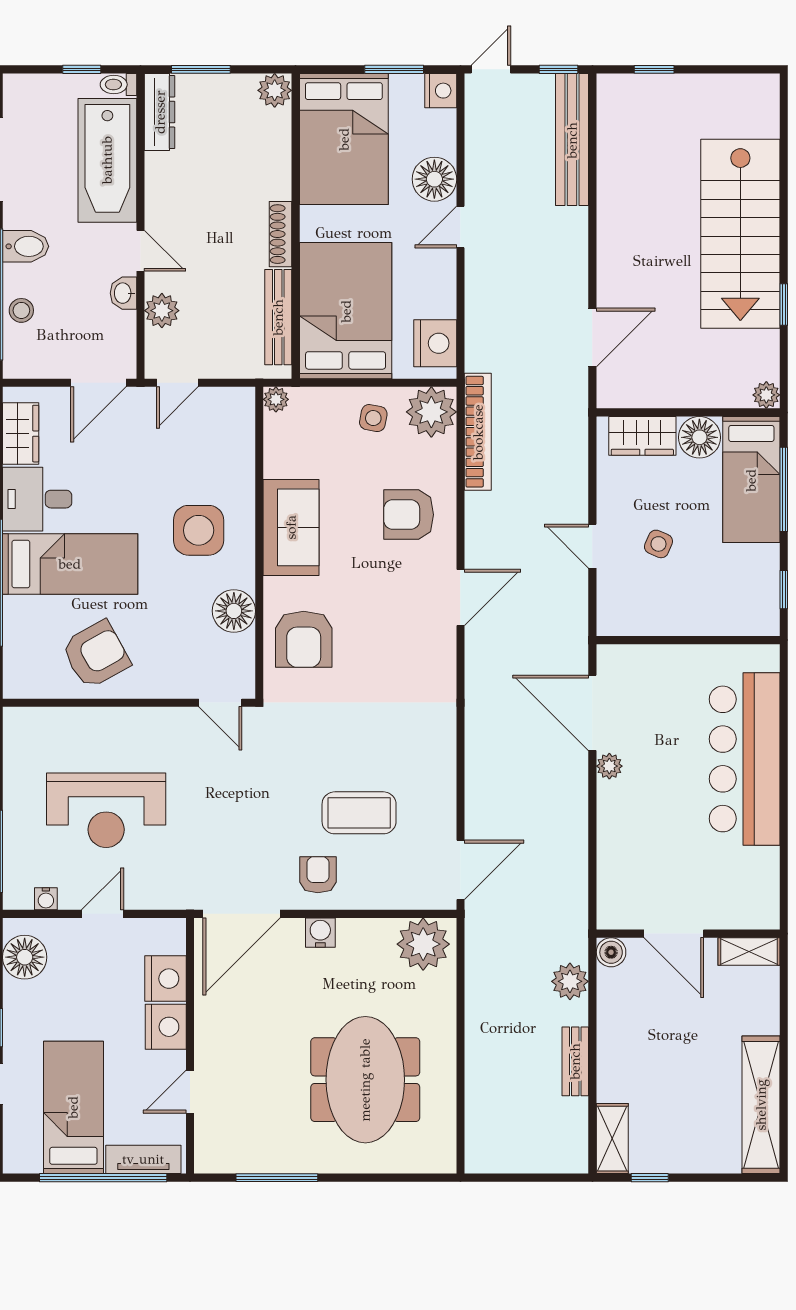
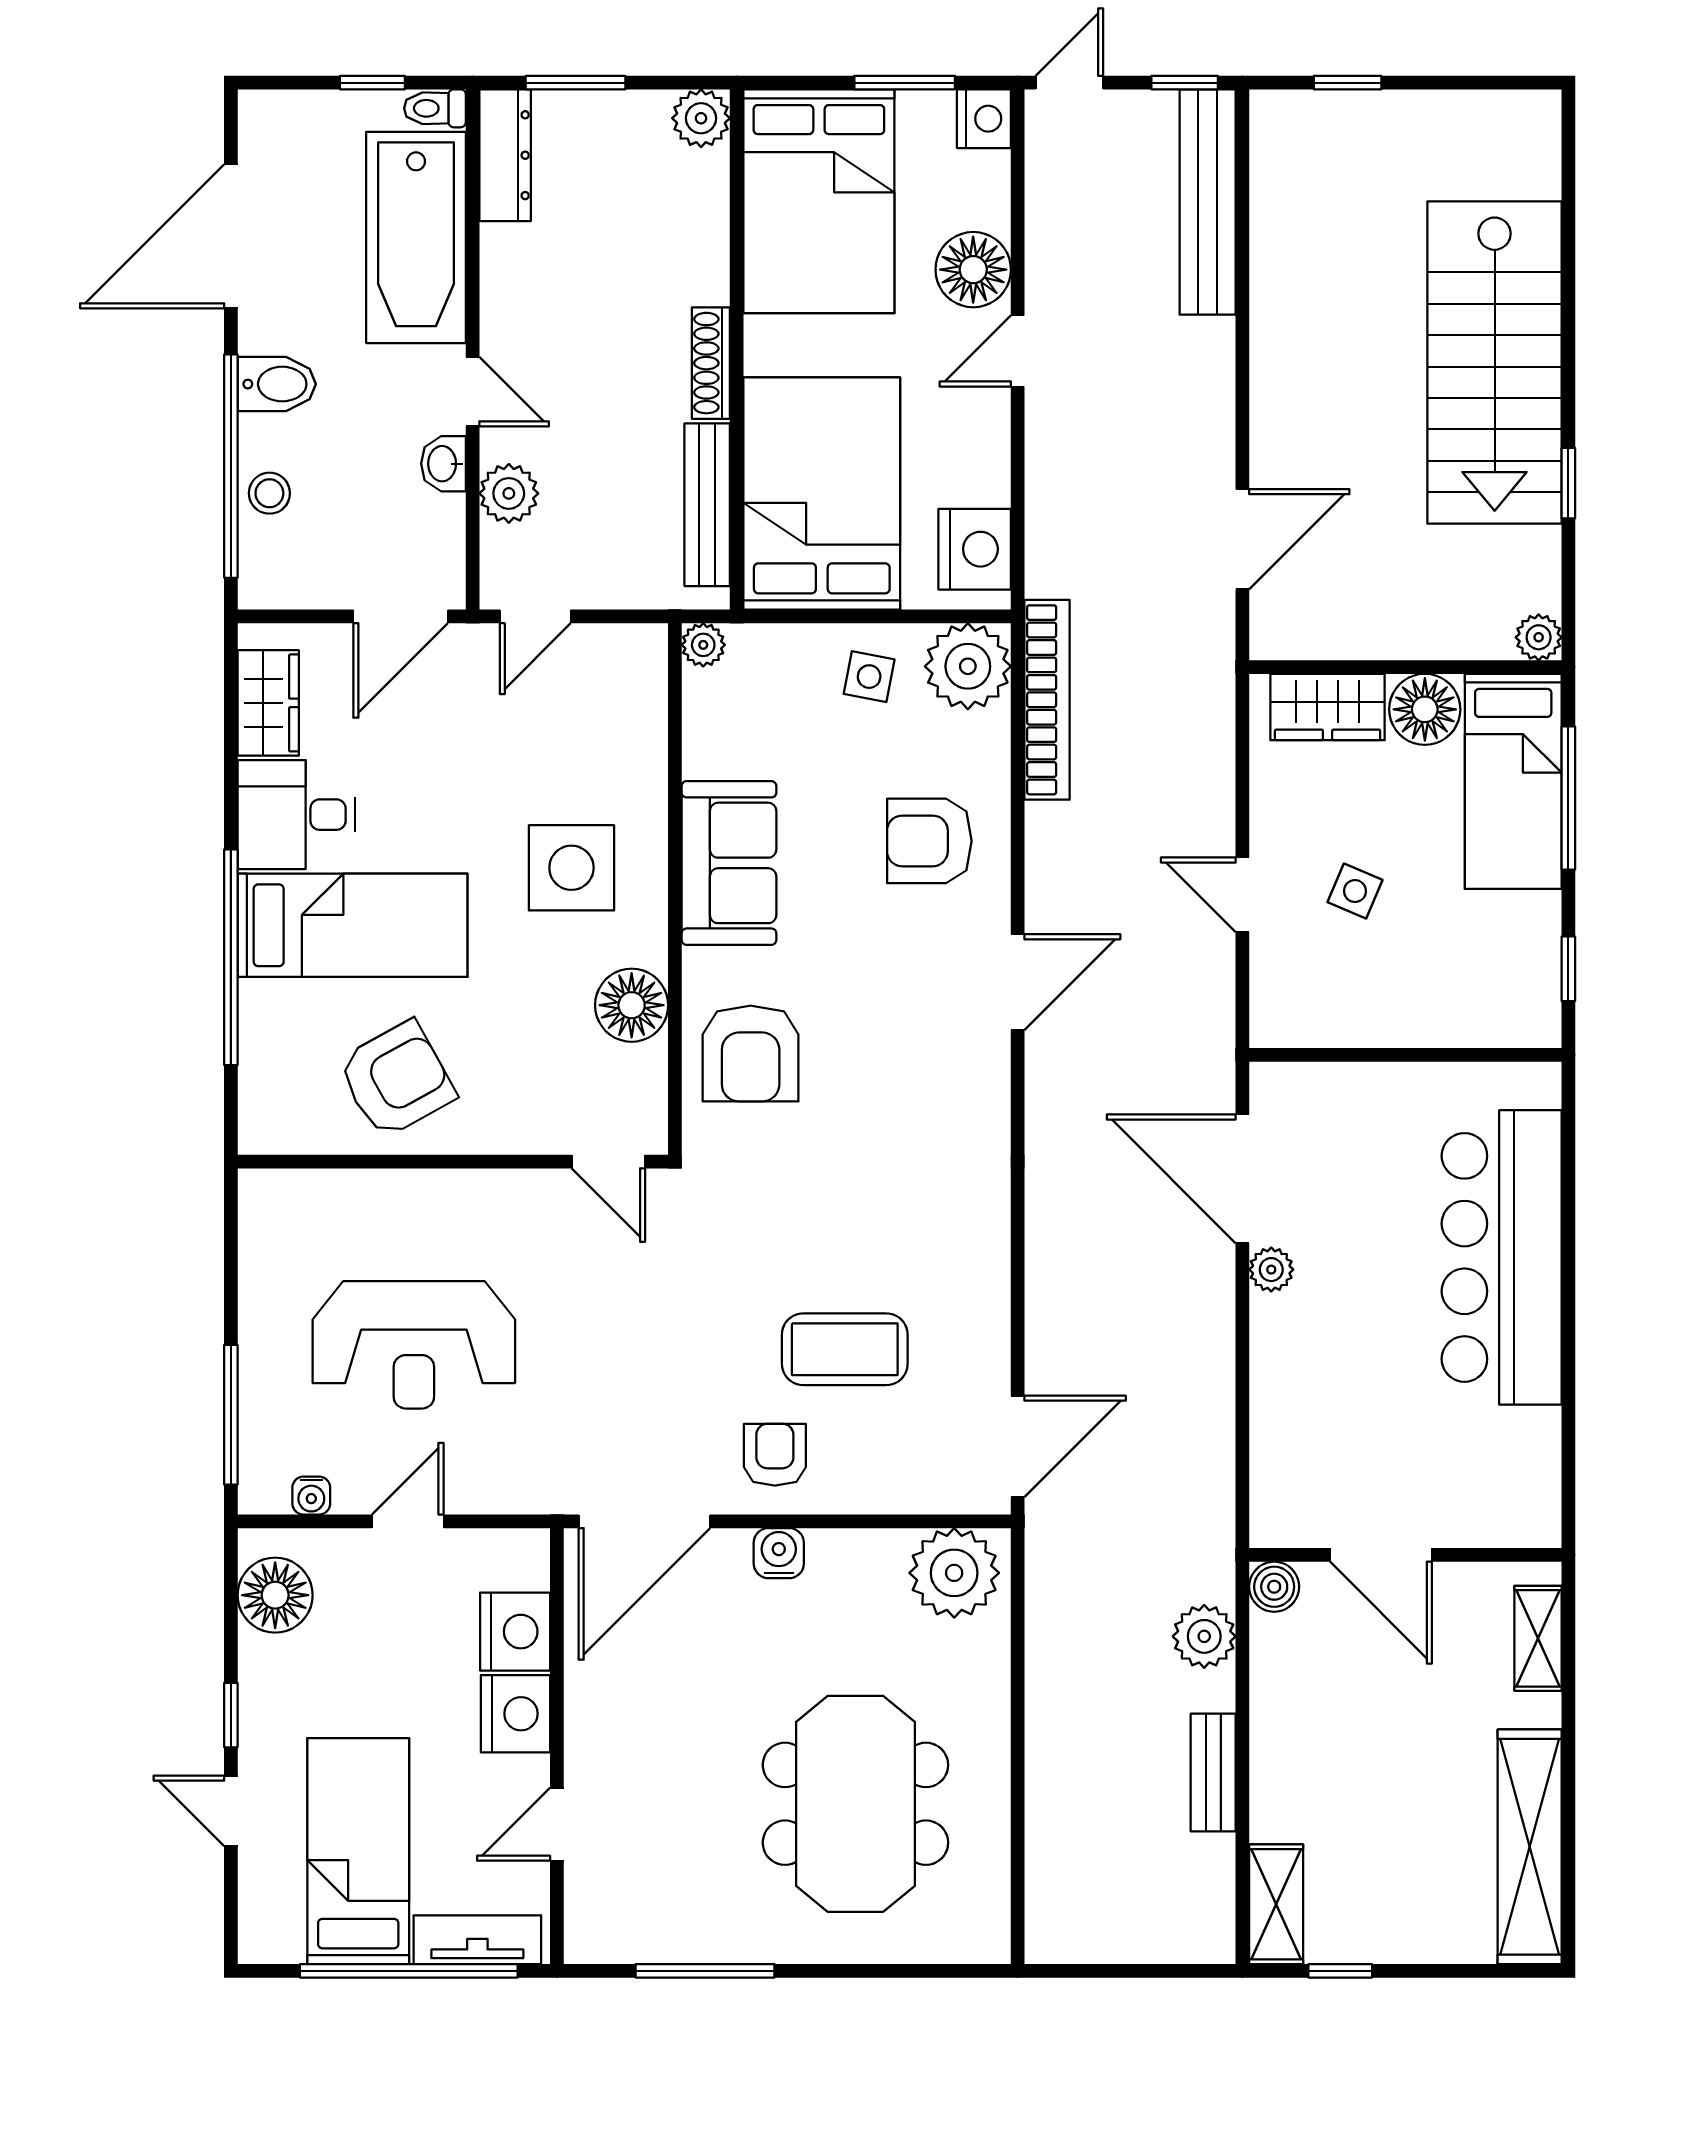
shelving: (749, 951) -> (1538, 1638), moved, turned 90

